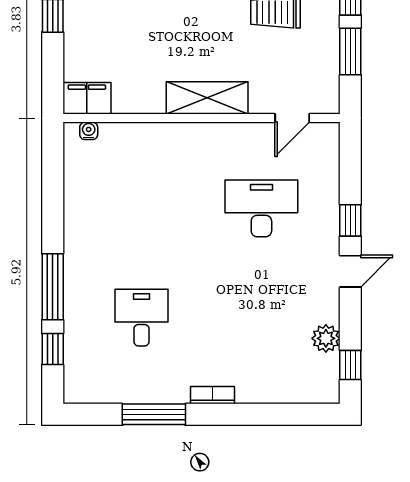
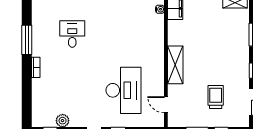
desk: (261, 208) -> (124, 90), width x1.36, depth x1.30
desk: (142, 318) -> (72, 34), turned -90

